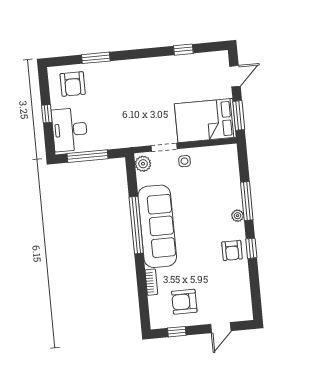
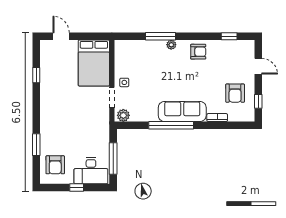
armchair: (73, 84) -> (55, 165), turned 90
window: (239, 115) -> (92, 36), removed
sofa: (157, 226) -> (182, 112), width x0.74, depth x0.79
window: (251, 248) -> (229, 36), moved

